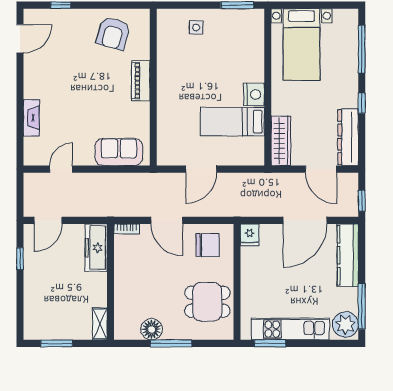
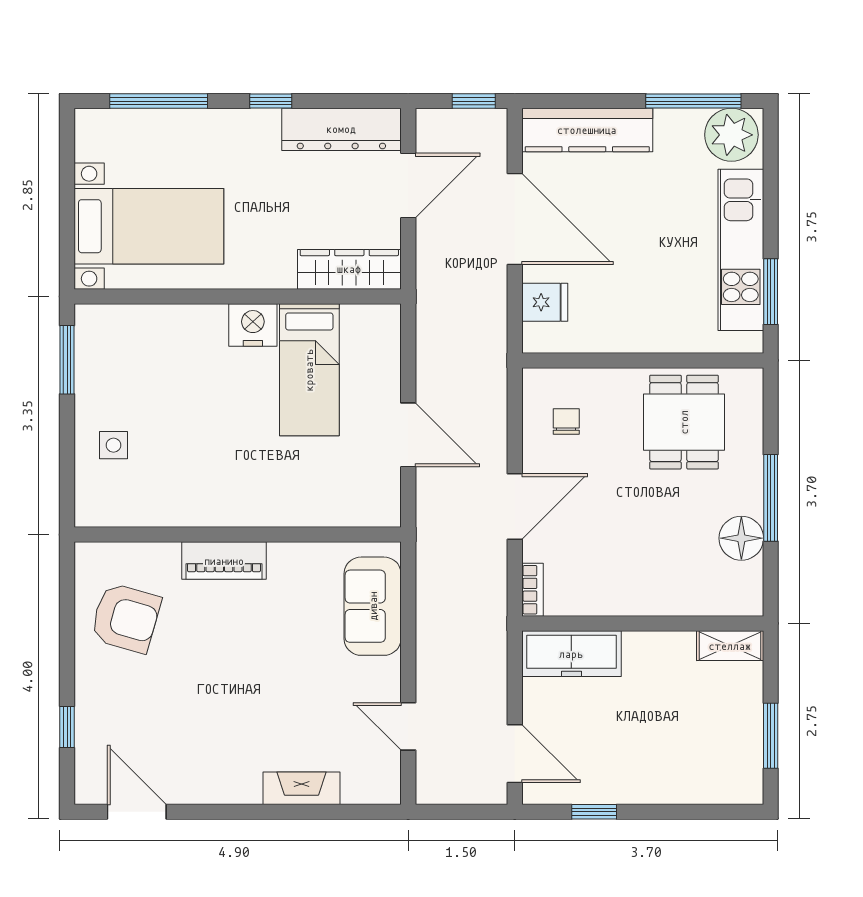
fridge: (250, 235) -> (545, 302), moved
chair: (208, 245) -> (566, 421), width x0.54, depth x0.54

